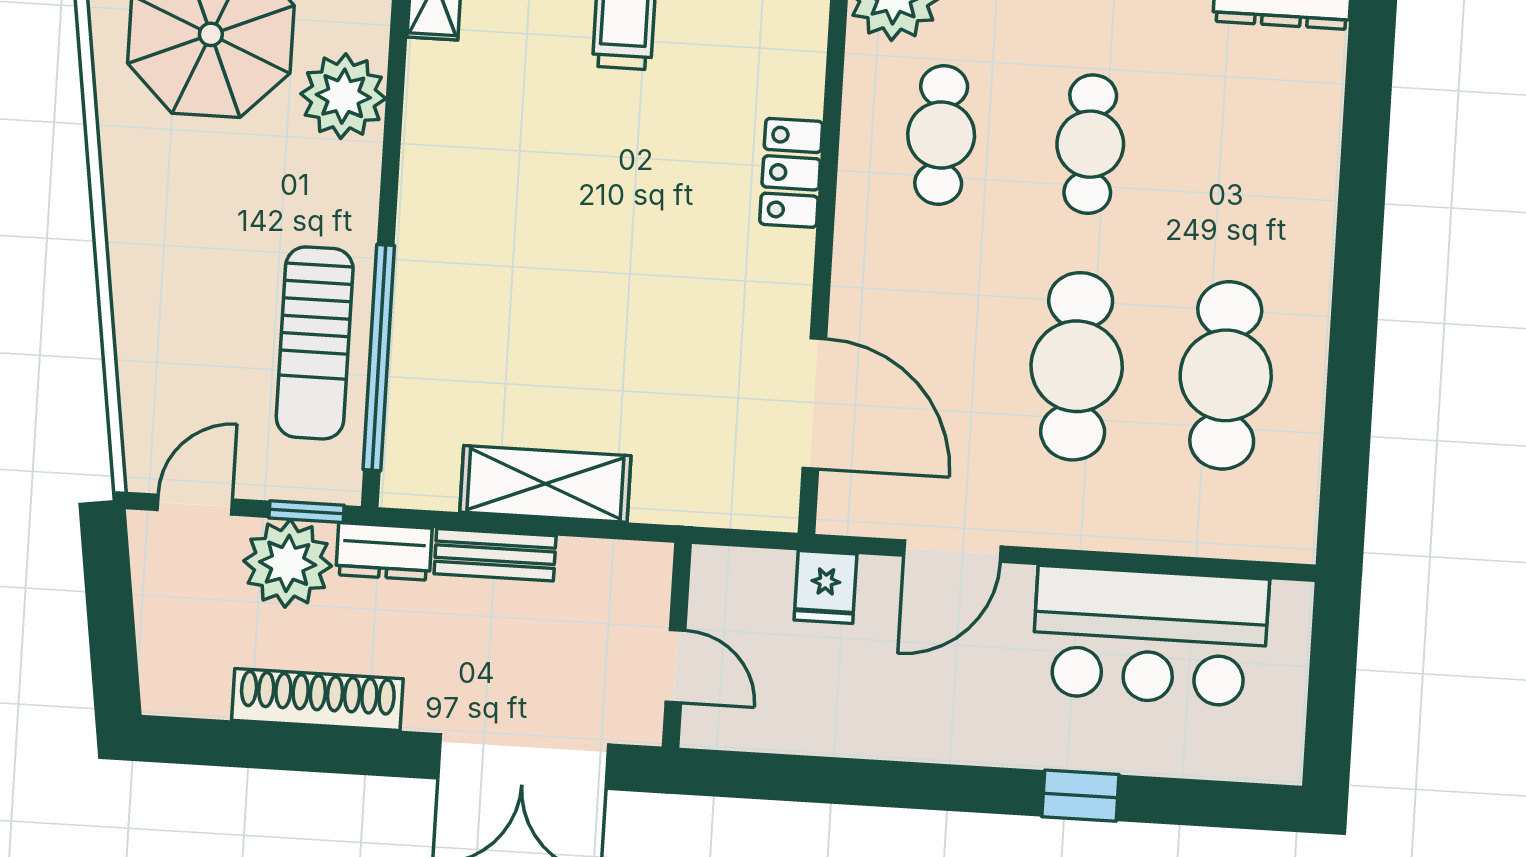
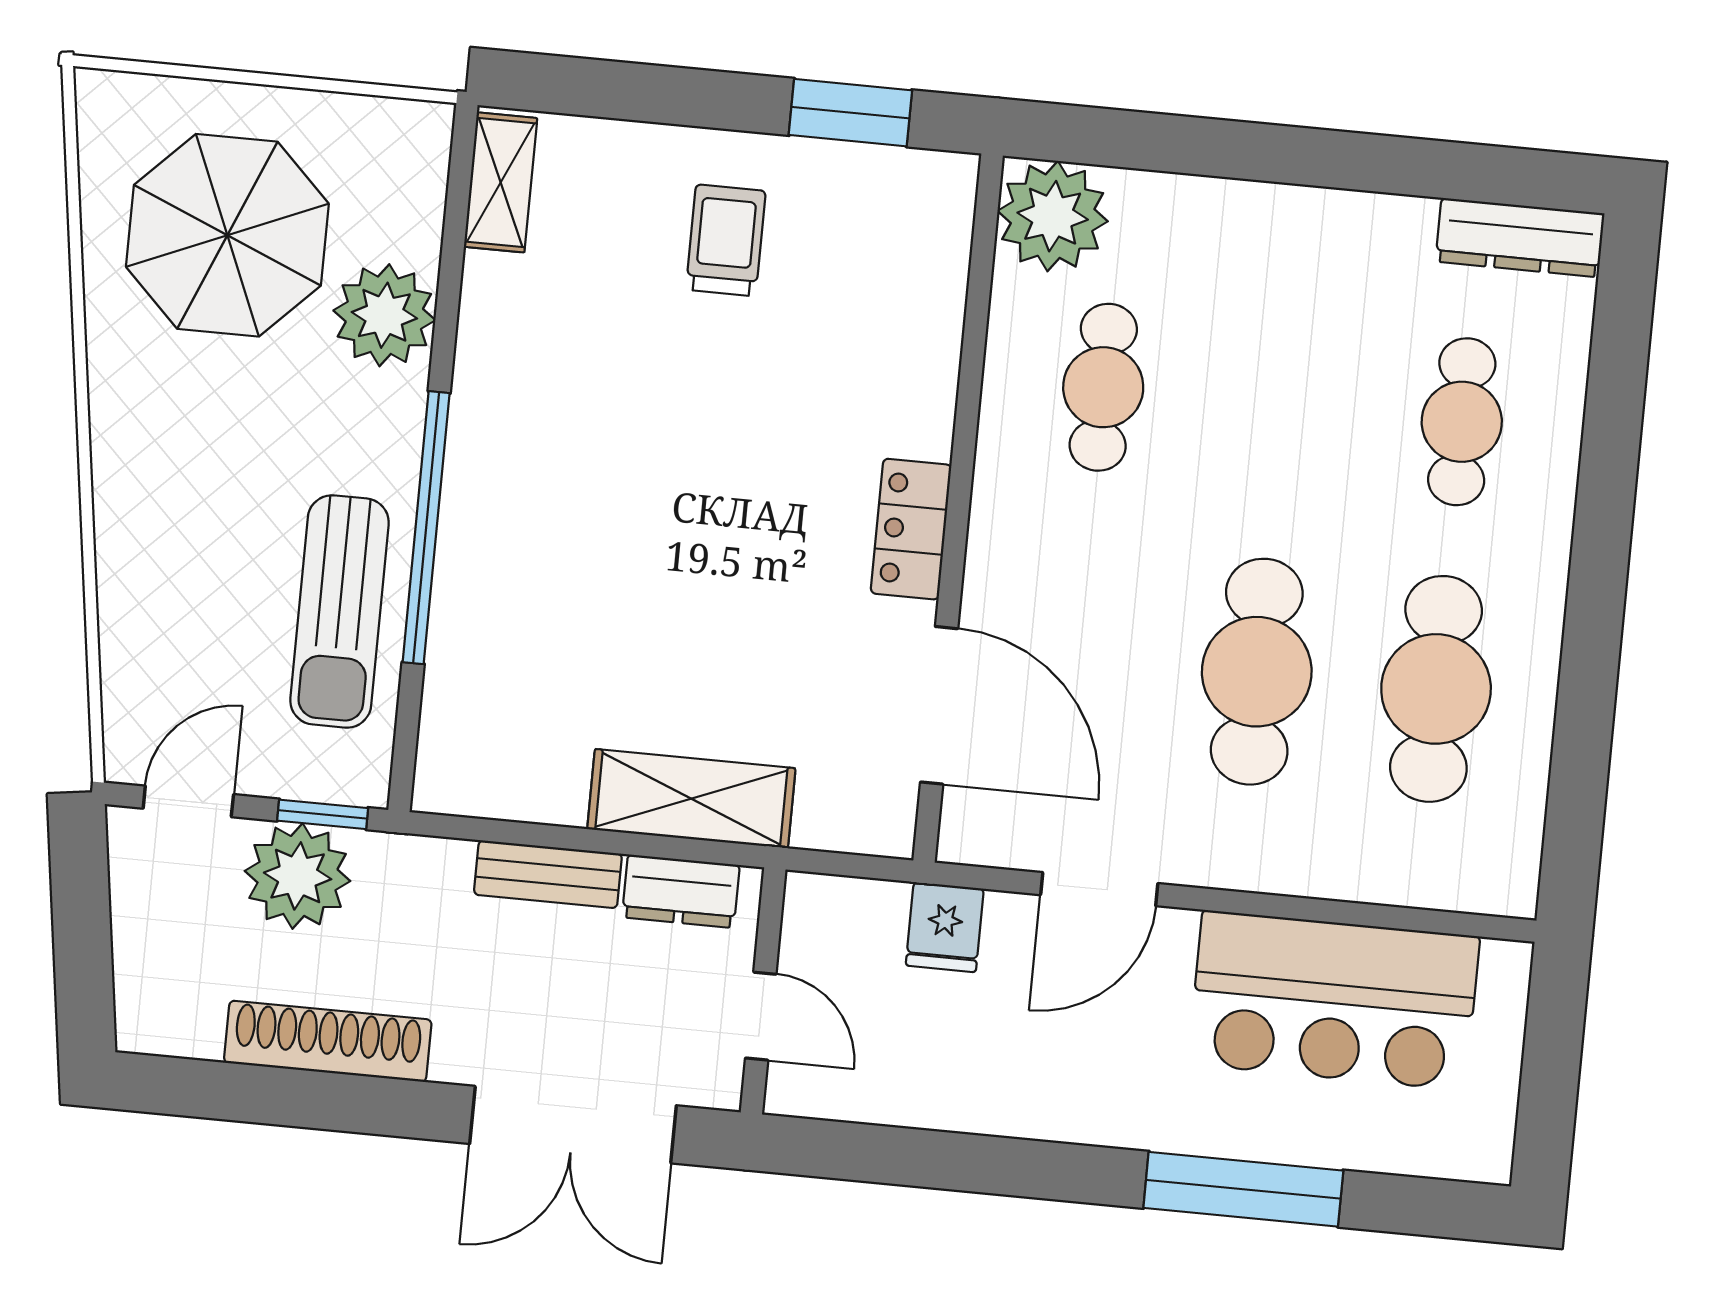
cafe table: (1090, 144) -> (1462, 422), moved
locker: (791, 173) -> (911, 529), moved
window: (379, 358) -> (426, 528), moved
shelving: (545, 484) -> (691, 799), moved
dresser: (384, 551) -> (681, 891), moved
window: (1080, 796) -> (1243, 1189), width x2.17

